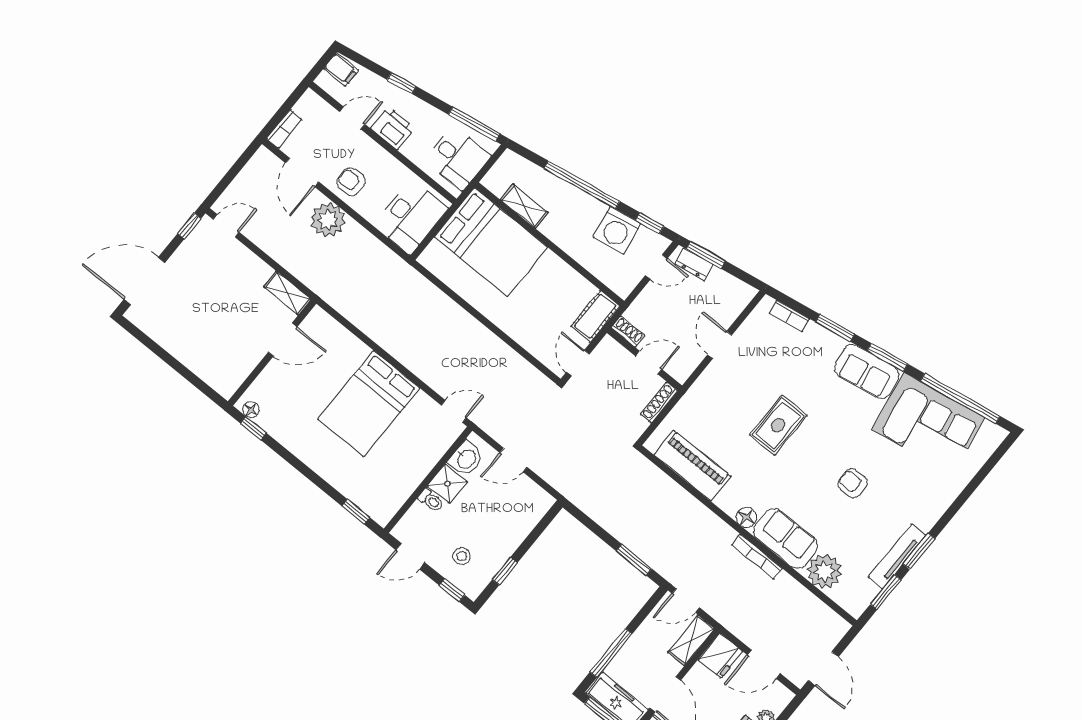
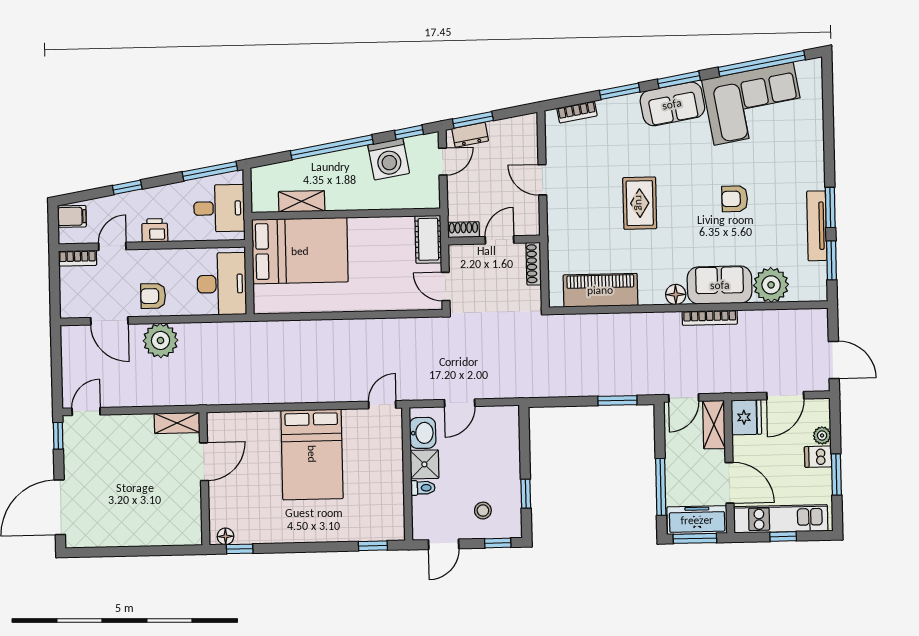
printer: (393, 128) -> (155, 230), width x0.73, depth x0.81
bookcase: (284, 129) -> (78, 258), moved, turned 90

